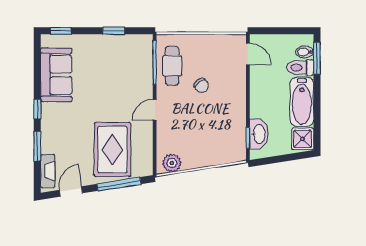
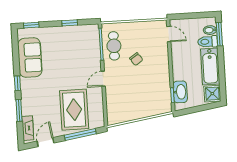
plant: (172, 163) -> (118, 117), removed

